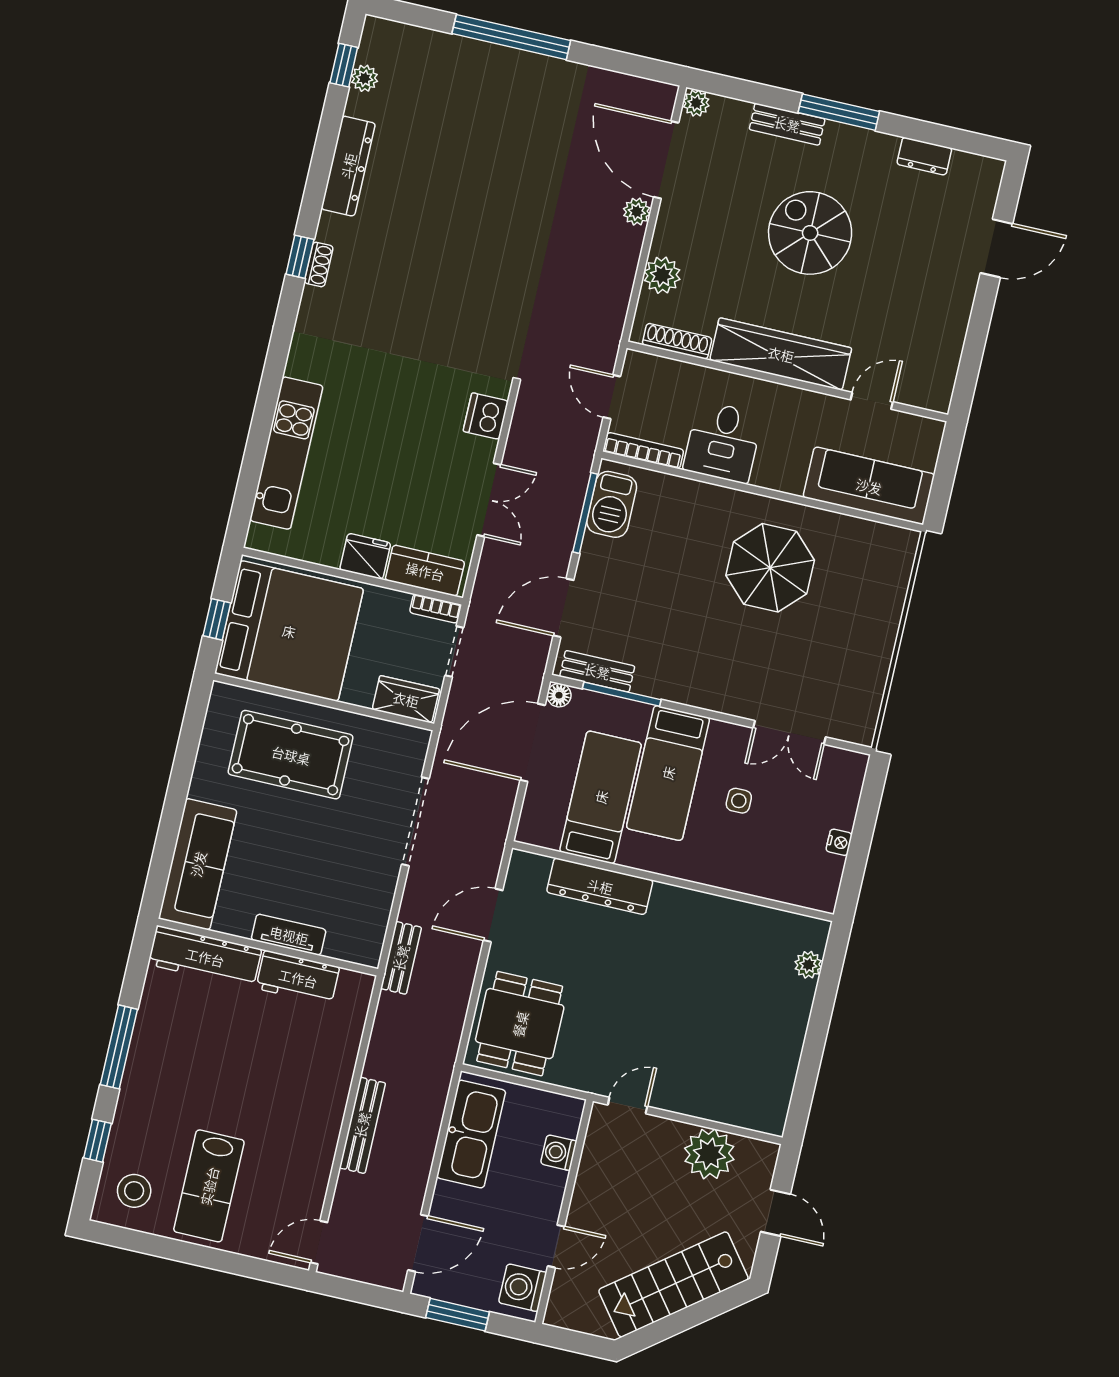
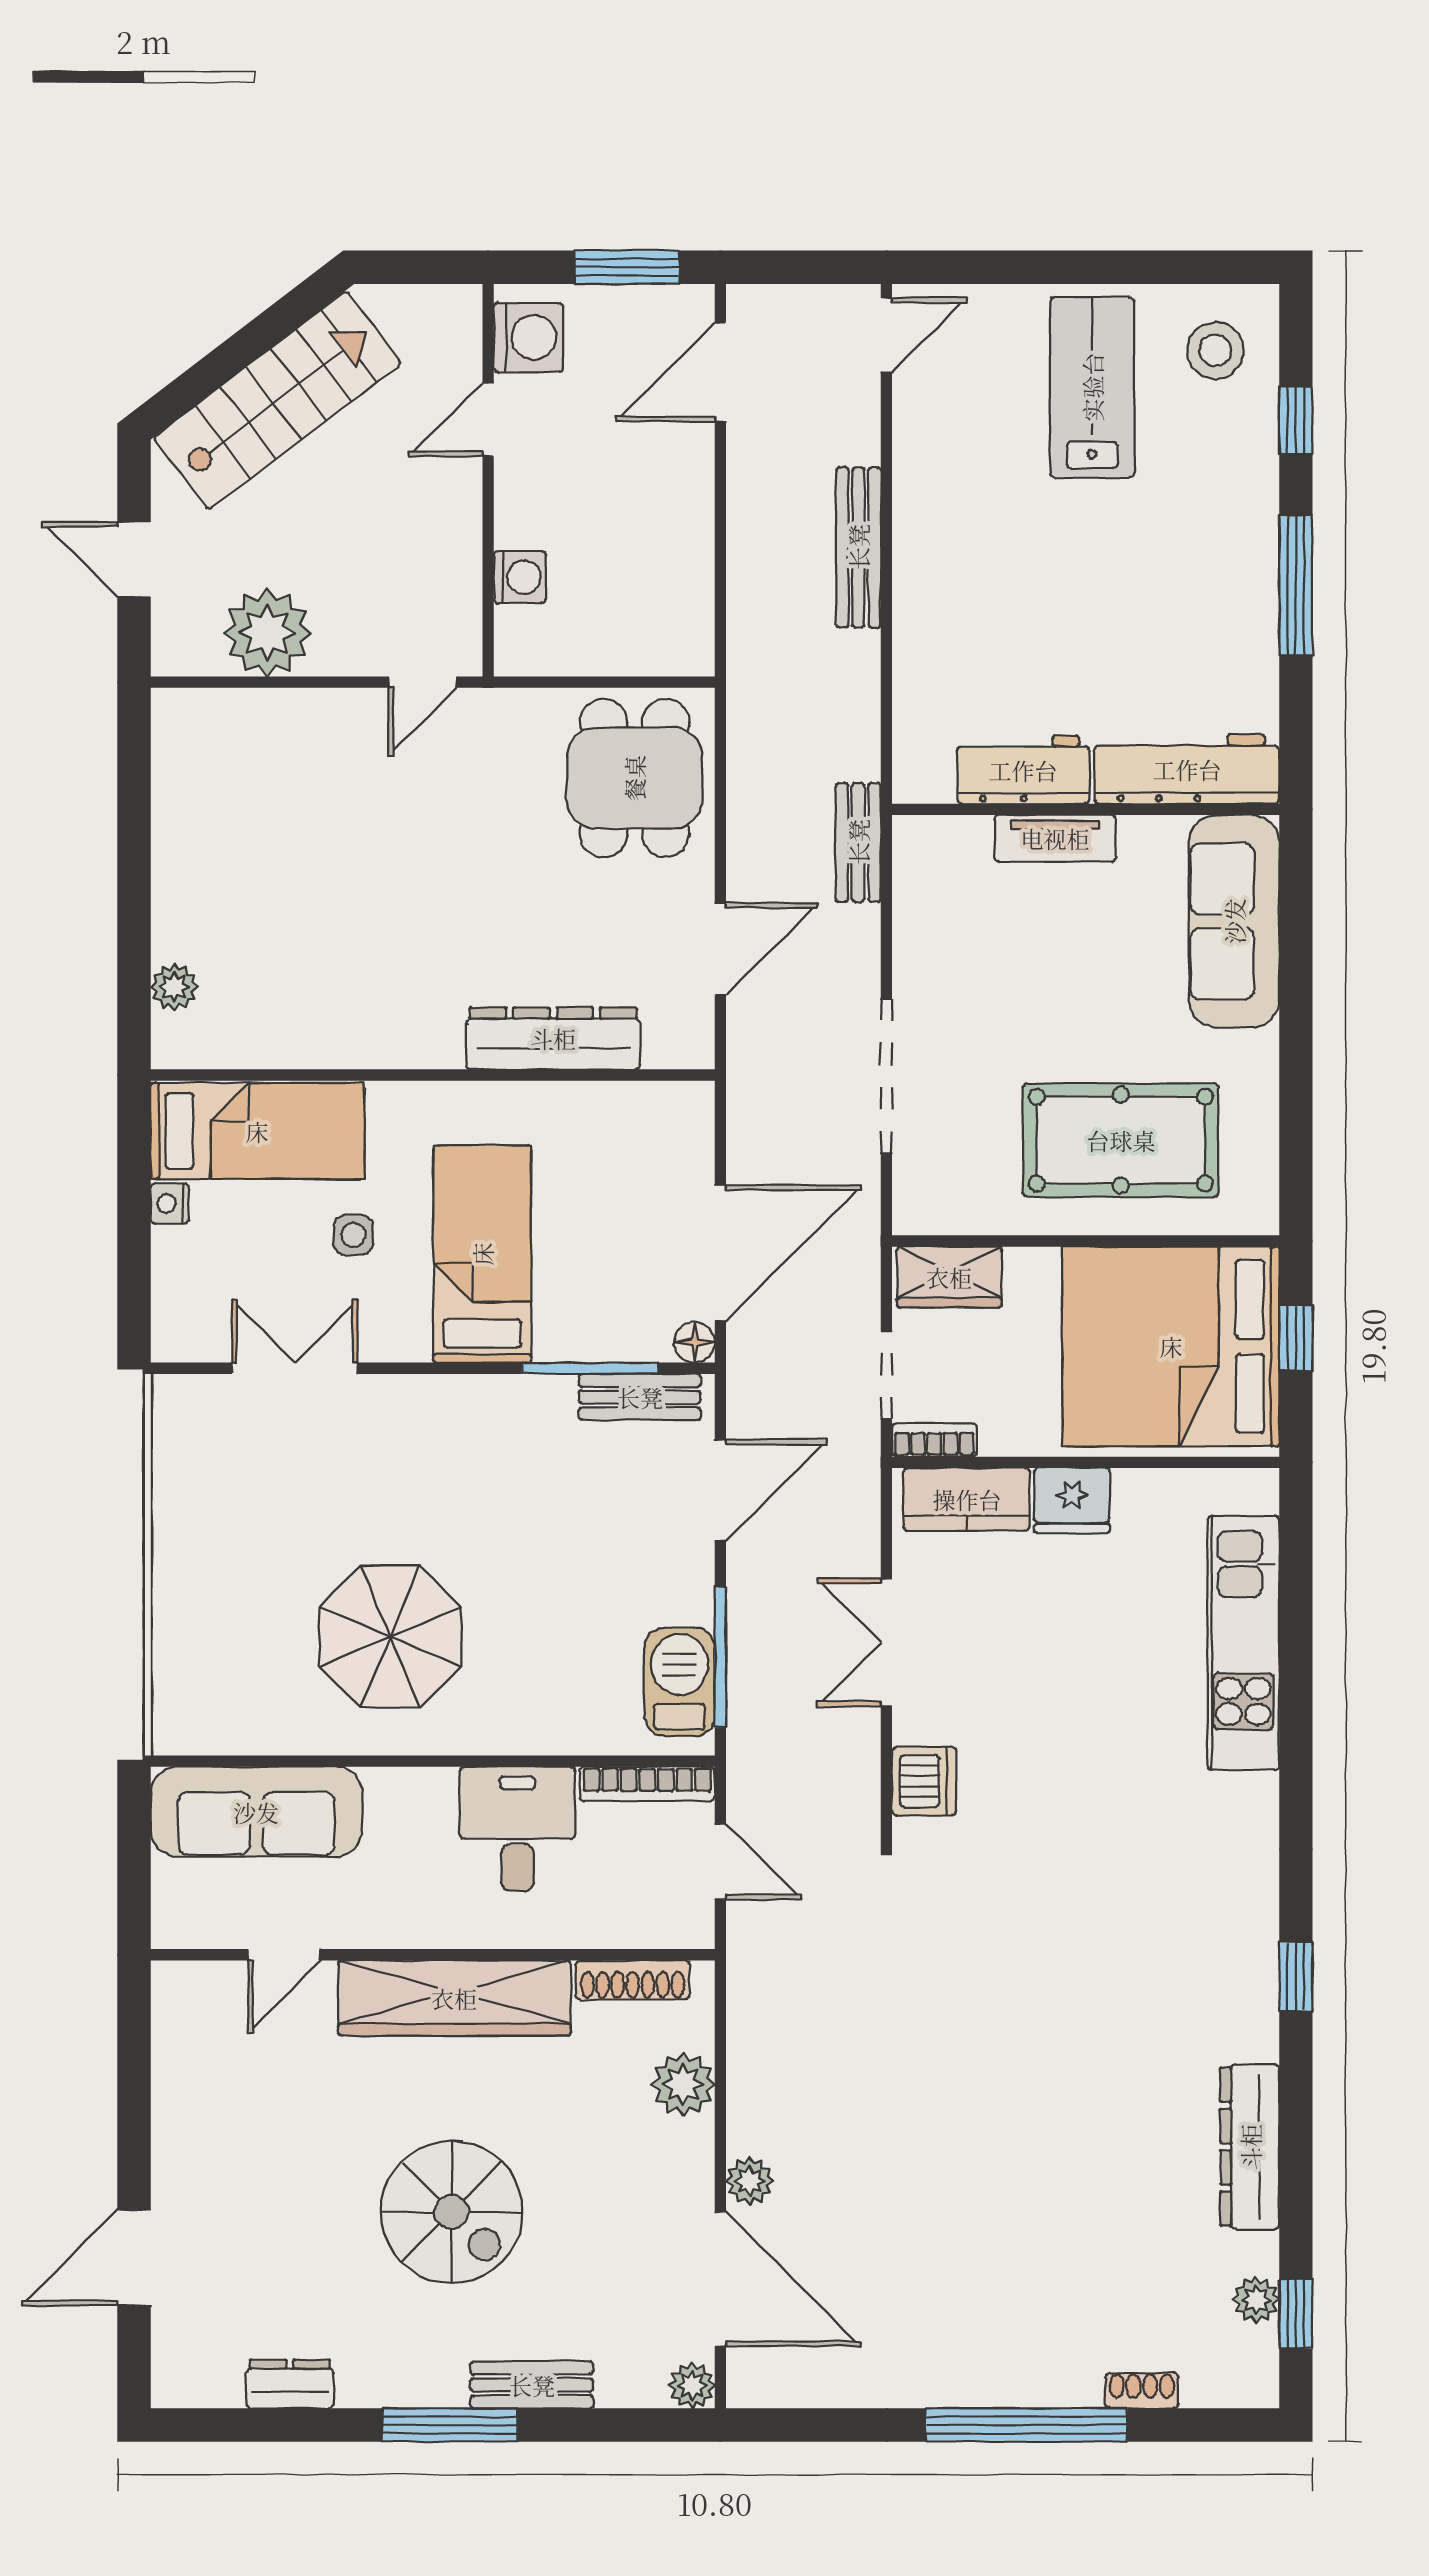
shoe rack: (319, 264) -> (1142, 2391), moved, turned 90
bed: (601, 797) -> (257, 1131), moved, turned -90
kitchen sink: (471, 1134) -> (673, 575), removed

